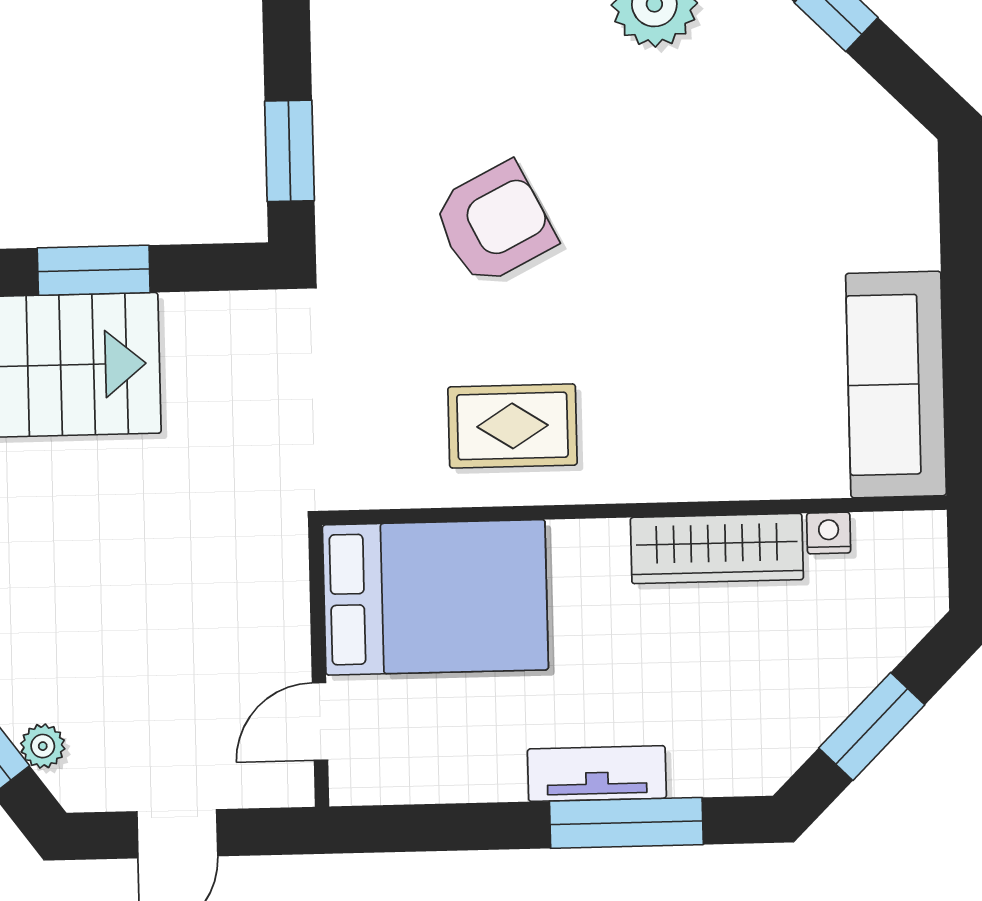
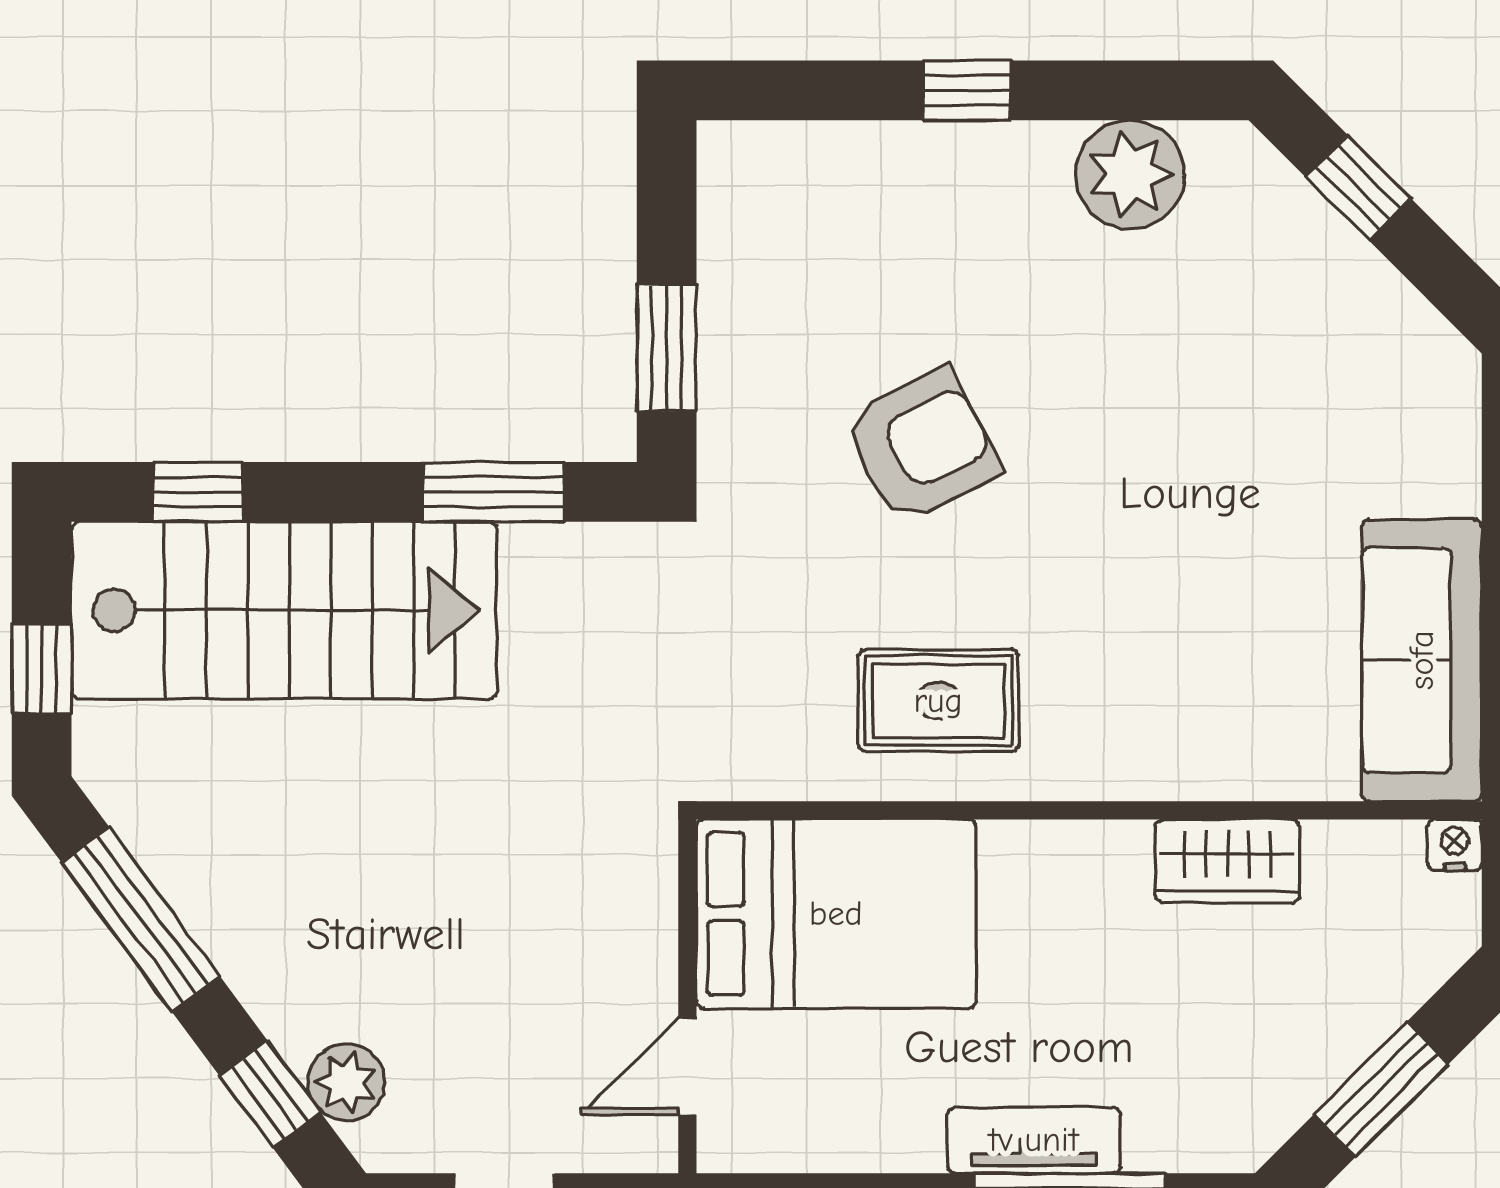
window: (94, 270) -> (494, 492), moved
nightstand: (829, 533) -> (1455, 845), moved
wardrobe: (717, 549) -> (1228, 861), width x0.67
plant: (43, 746) -> (346, 1082), width x1.38, depth x1.38

